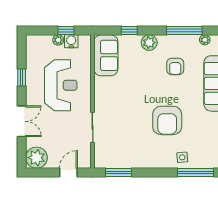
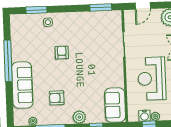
armchair: (175, 66) -> (57, 98), turned -90
armchair: (167, 120) -> (62, 53), width x0.53, depth x0.53
window: (195, 172) -> (36, 10), width x0.69

